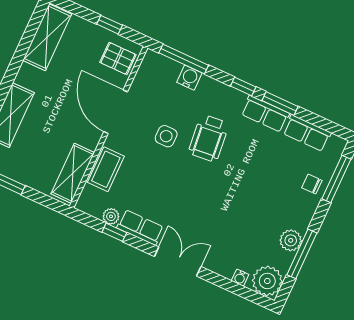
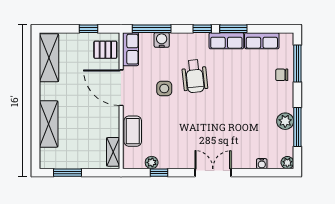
shelving: (73, 173) -> (113, 152), width x0.67, depth x0.75
row of seats: (140, 228) -> (130, 49), moved, turned 90
plant: (267, 281) -> (287, 163), width x0.53, depth x0.53

